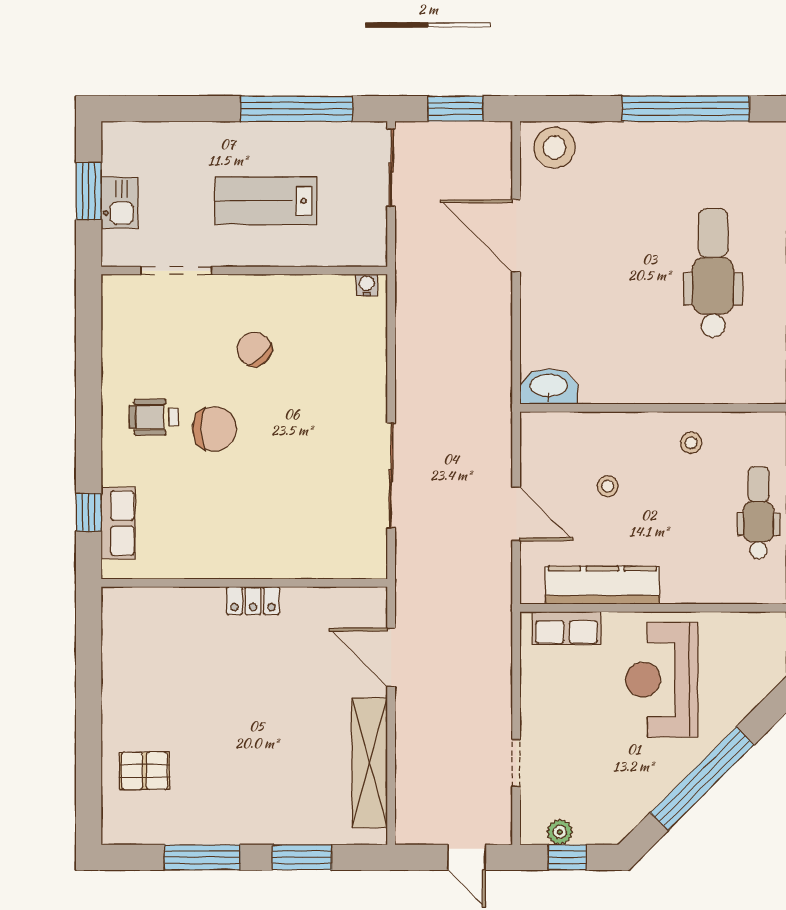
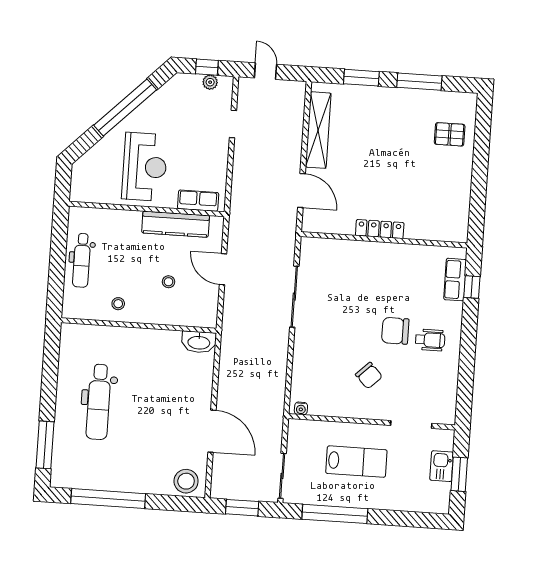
locker: (253, 601) -> (380, 229), width x1.53

